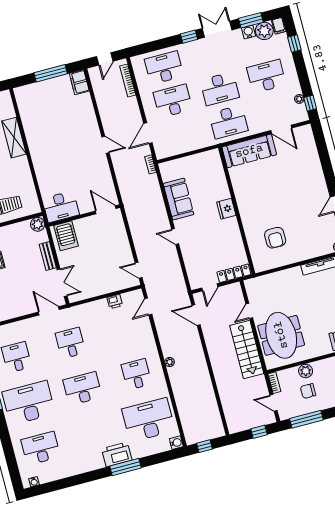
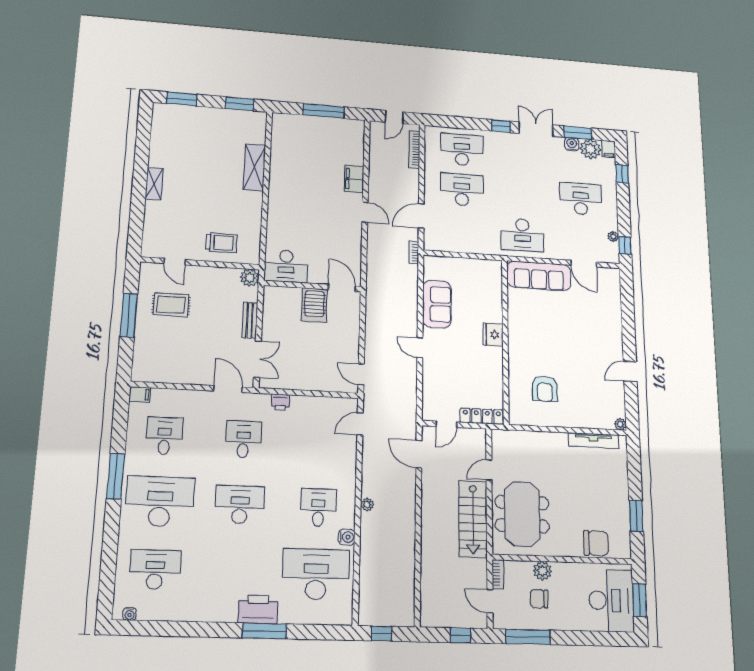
filing cabinet: (79, 82) -> (354, 179), moved
desk: (220, 89) -> (522, 194), removed
server rack: (66, 236) -> (314, 305), moved
printer: (115, 301) -> (280, 402), moved
water cooler: (176, 443) -> (347, 537), moved

